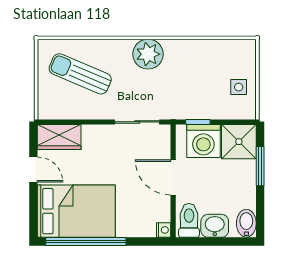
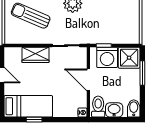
side table: (239, 87) -> (129, 24), removed
wardrobe: (59, 137) -> (35, 55), moved
bed: (76, 211) -> (28, 106), width x0.67
window: (86, 241) -> (34, 120), width x0.32

